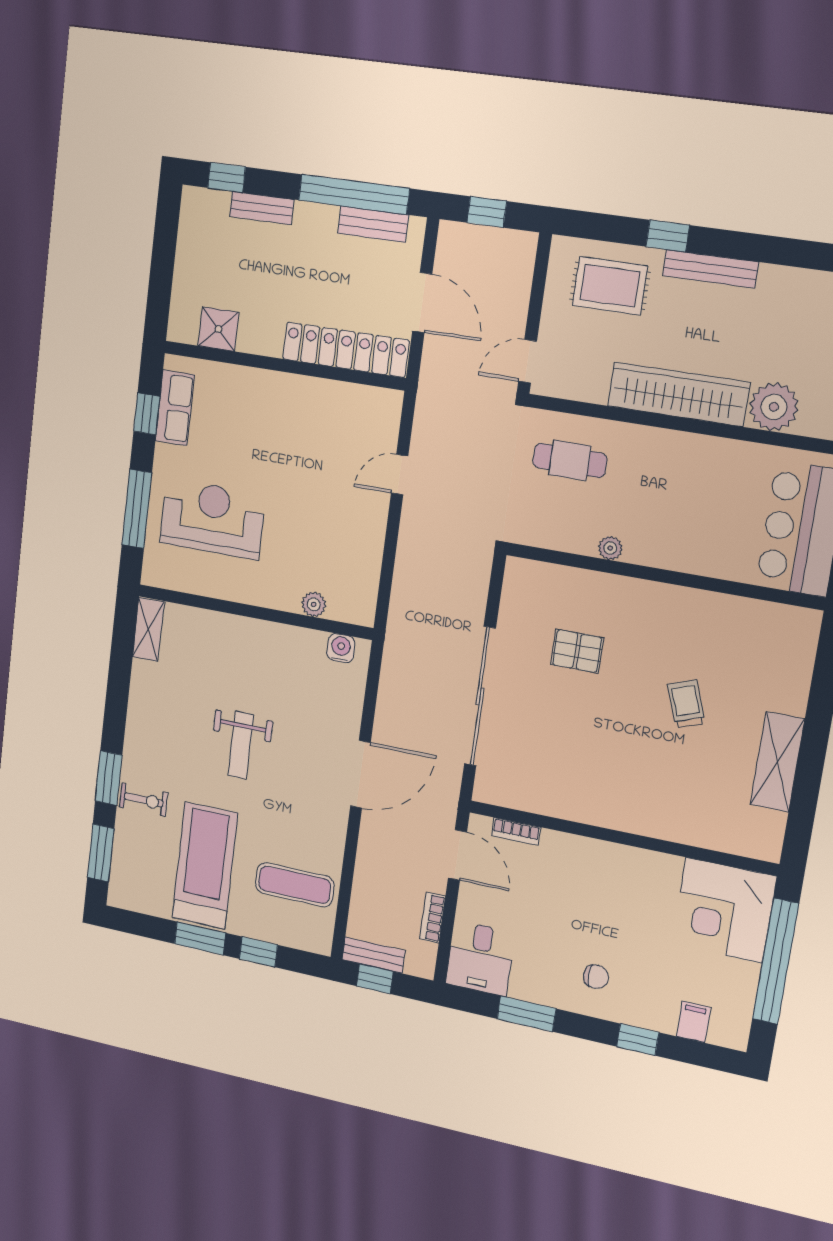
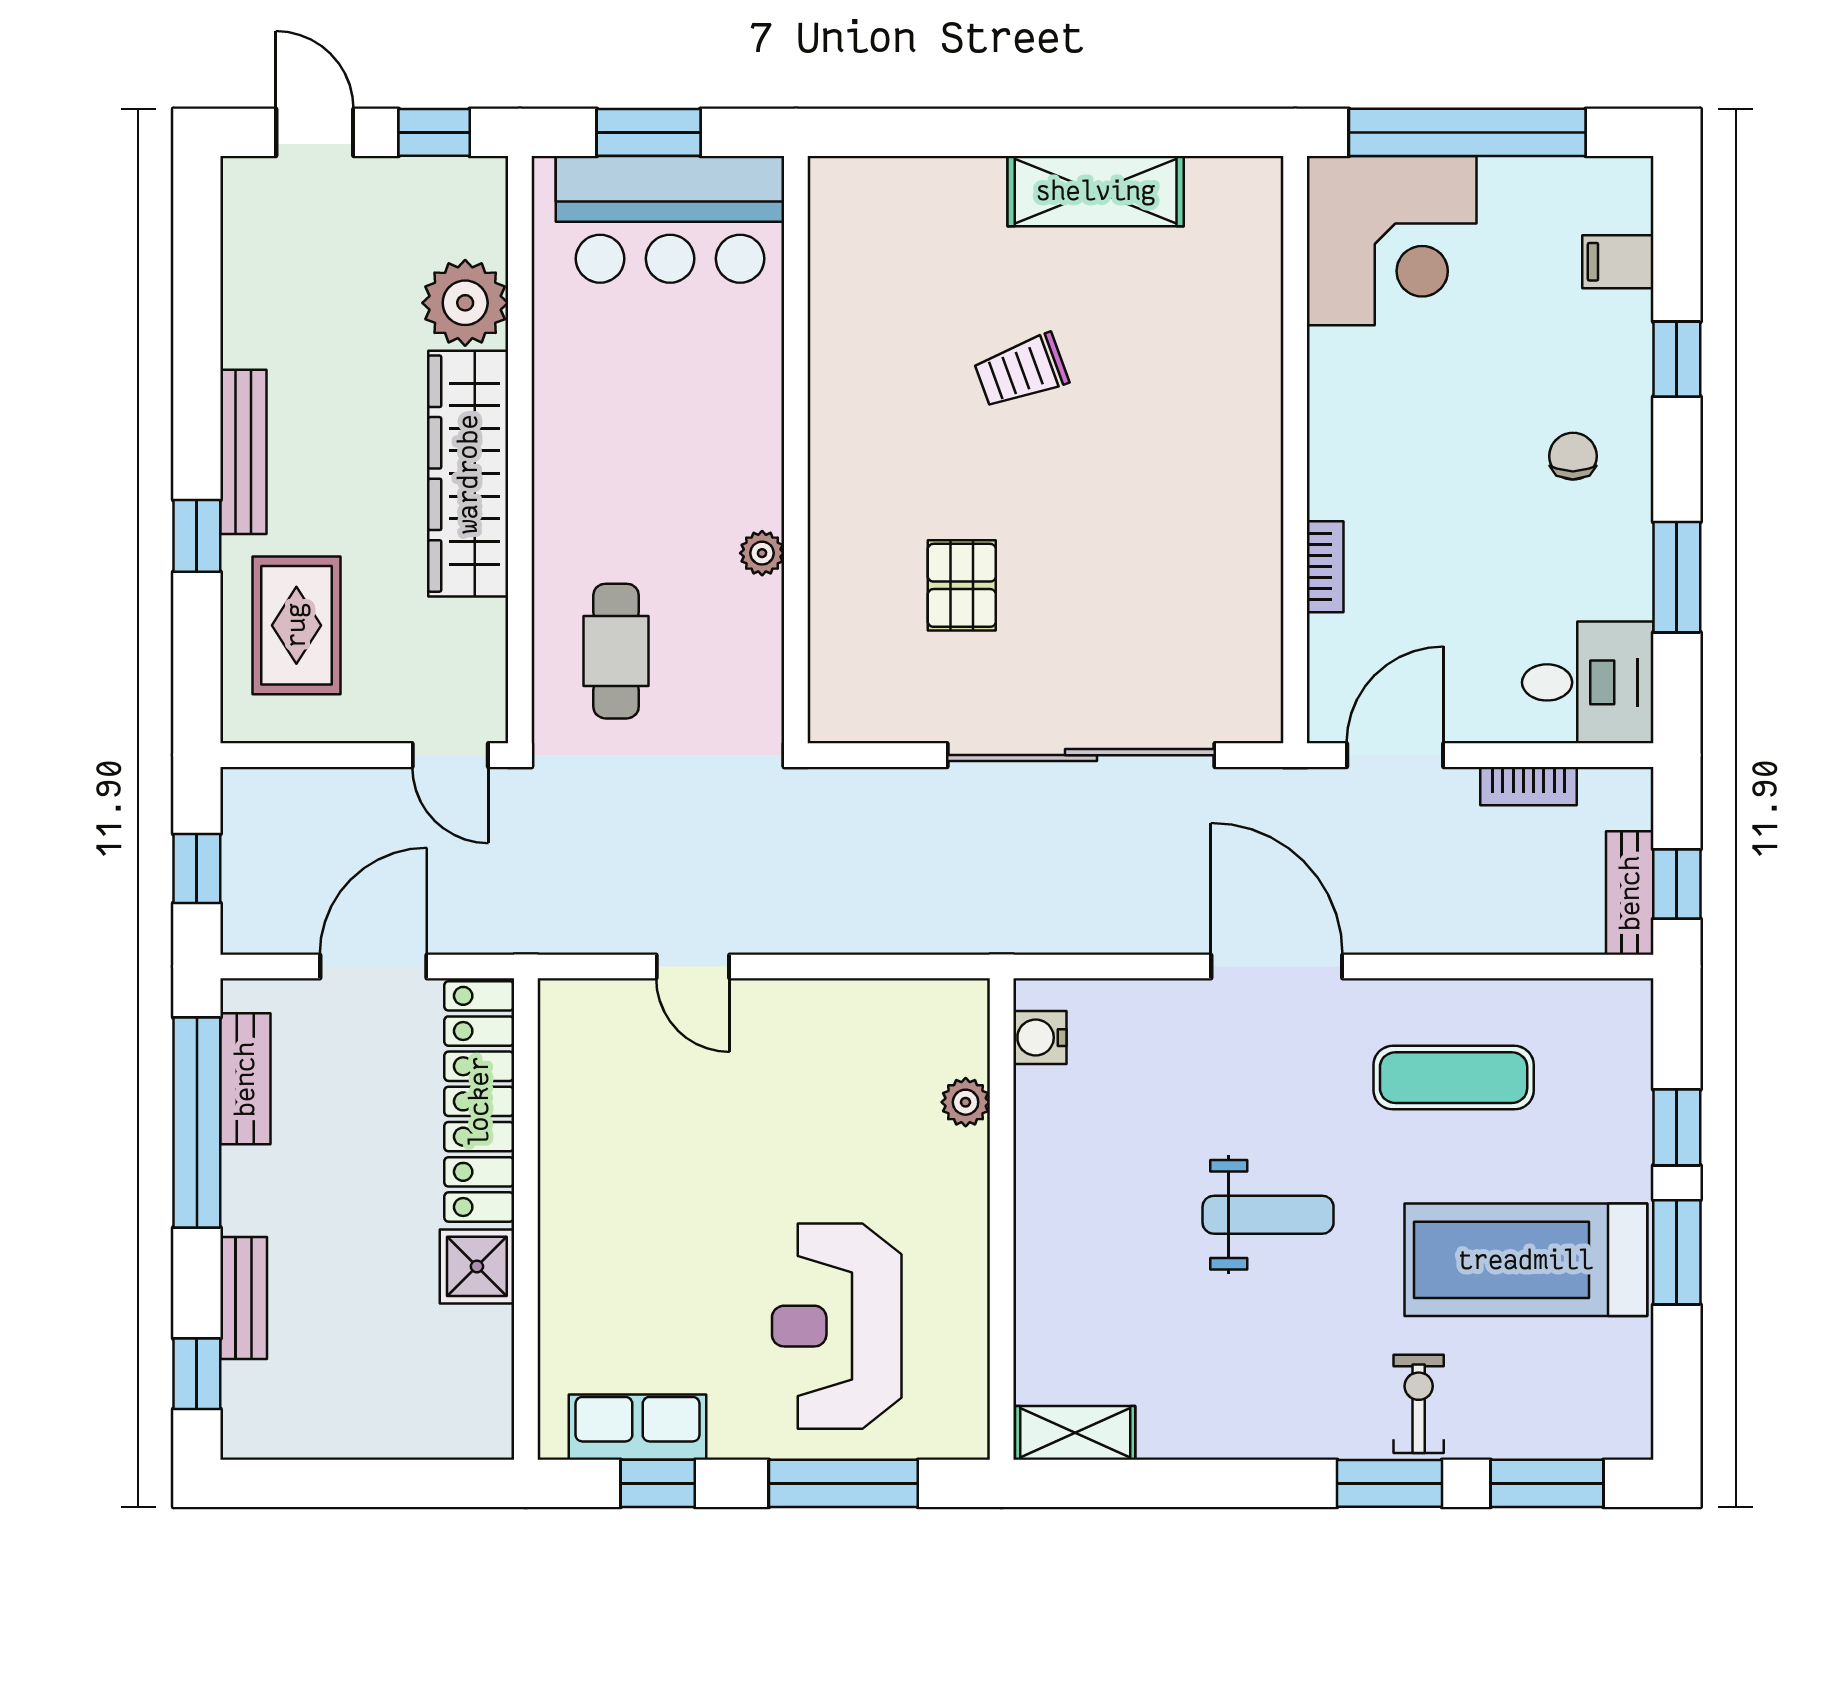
shower: (218, 329) -> (477, 1266), moved
bookcase: (516, 831) -> (1325, 567), moved
exercise mat: (295, 885) -> (1454, 1078), moved, turned 90

